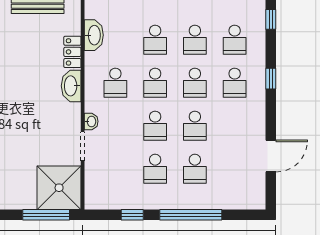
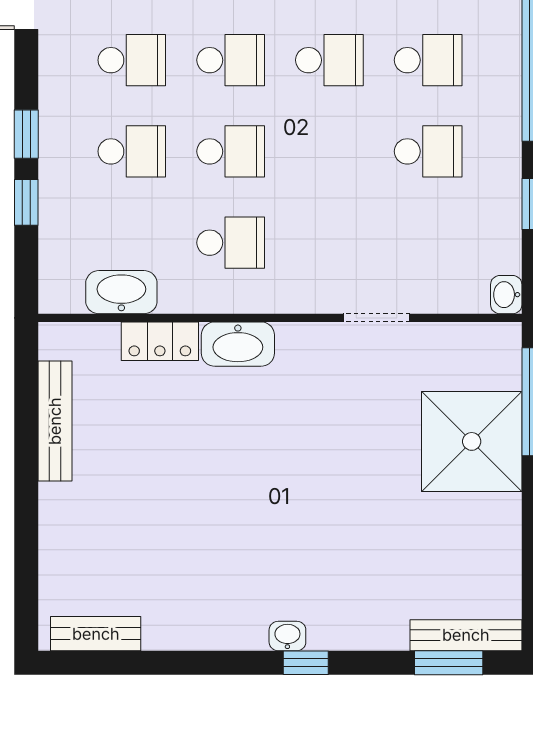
washbasin: (91, 121) -> (506, 295), moved, turned -90
school desk: (155, 126) -> (329, 151), removed
shower: (59, 188) -> (472, 441), moved

